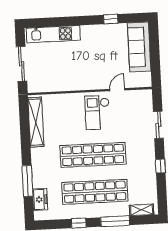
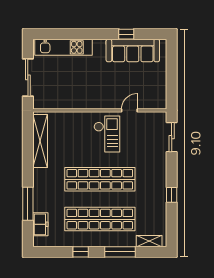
sofa: (139, 47) -> (133, 50), moved, turned -90
checkout: (97, 112) -> (107, 134), turned 180
sliding door: (158, 125) -> (172, 137), moved

